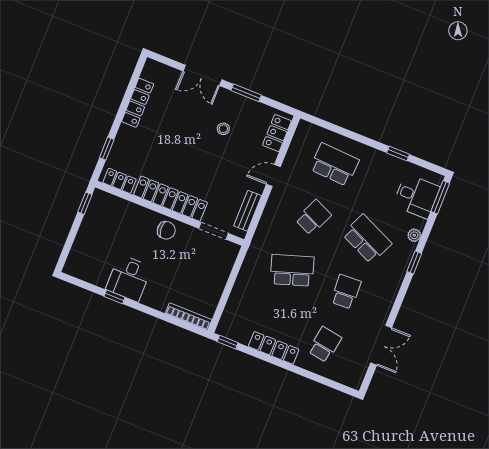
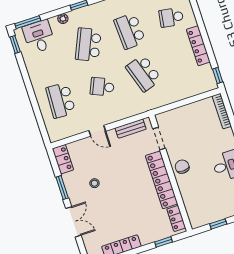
locker: (277, 133) -> (63, 159), moved, turned -90
window: (398, 154) -> (15, 44), moved
window: (85, 203) -> (218, 224), moved
school desk: (346, 292) -> (130, 31), width x1.85

